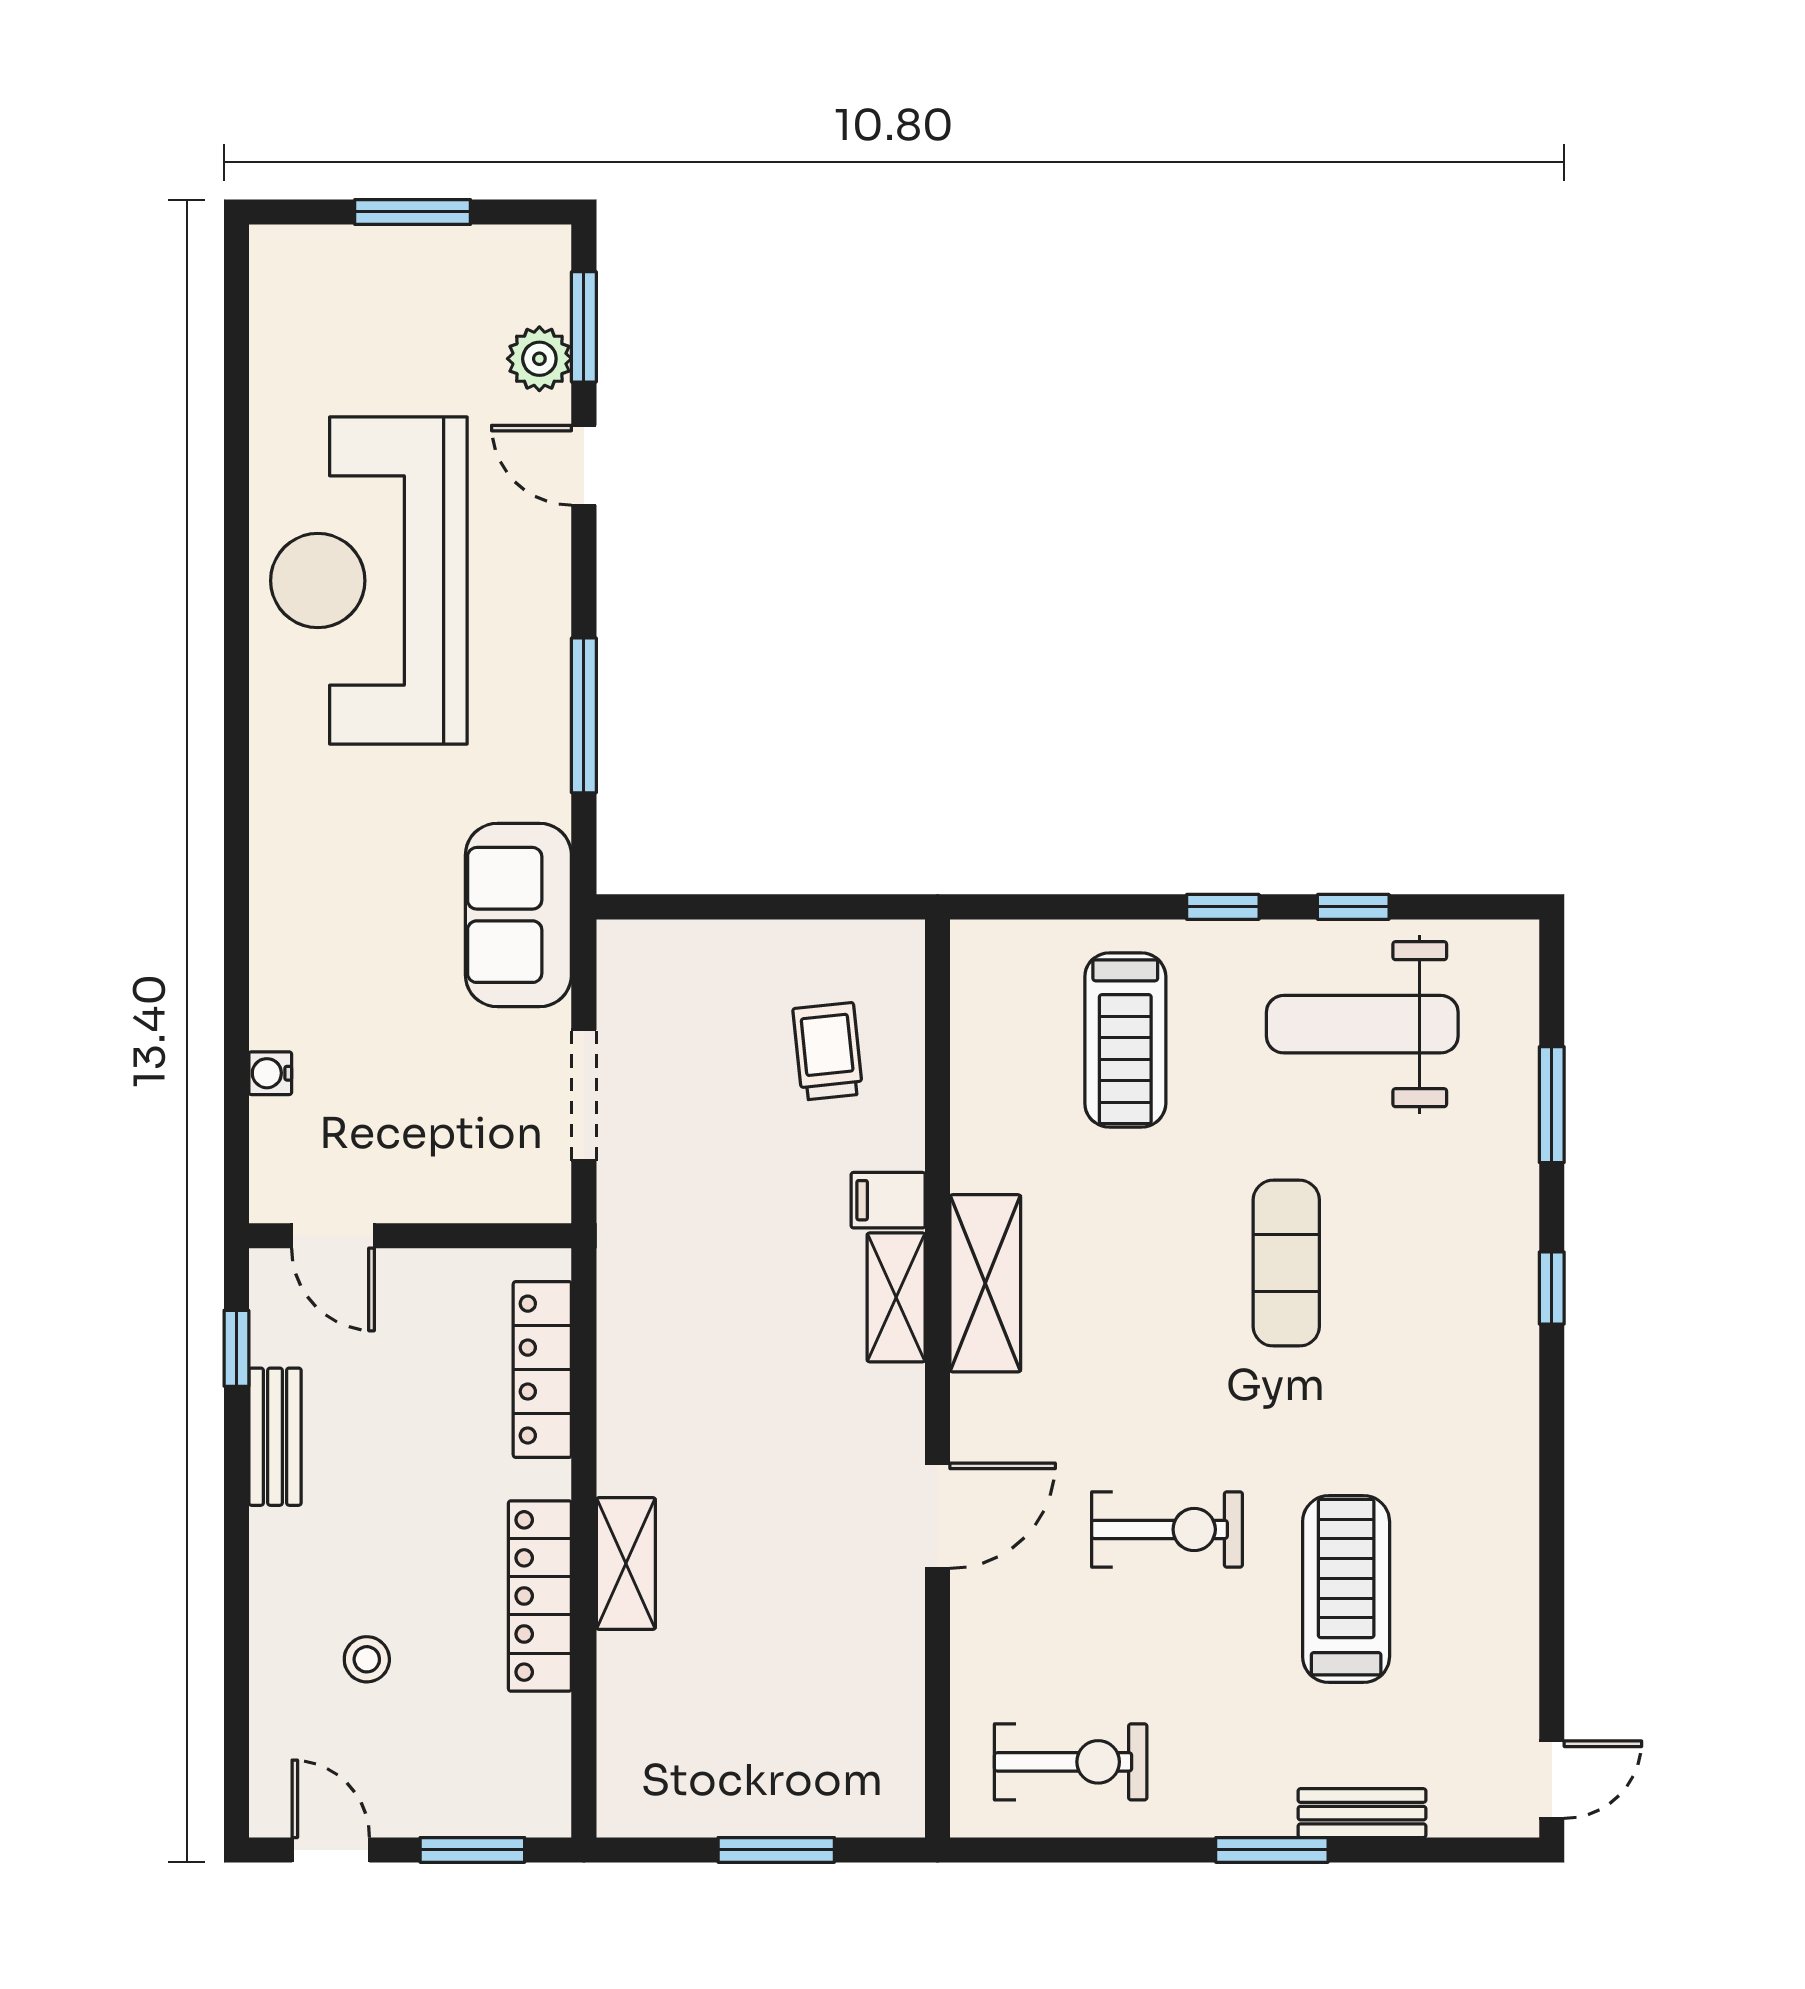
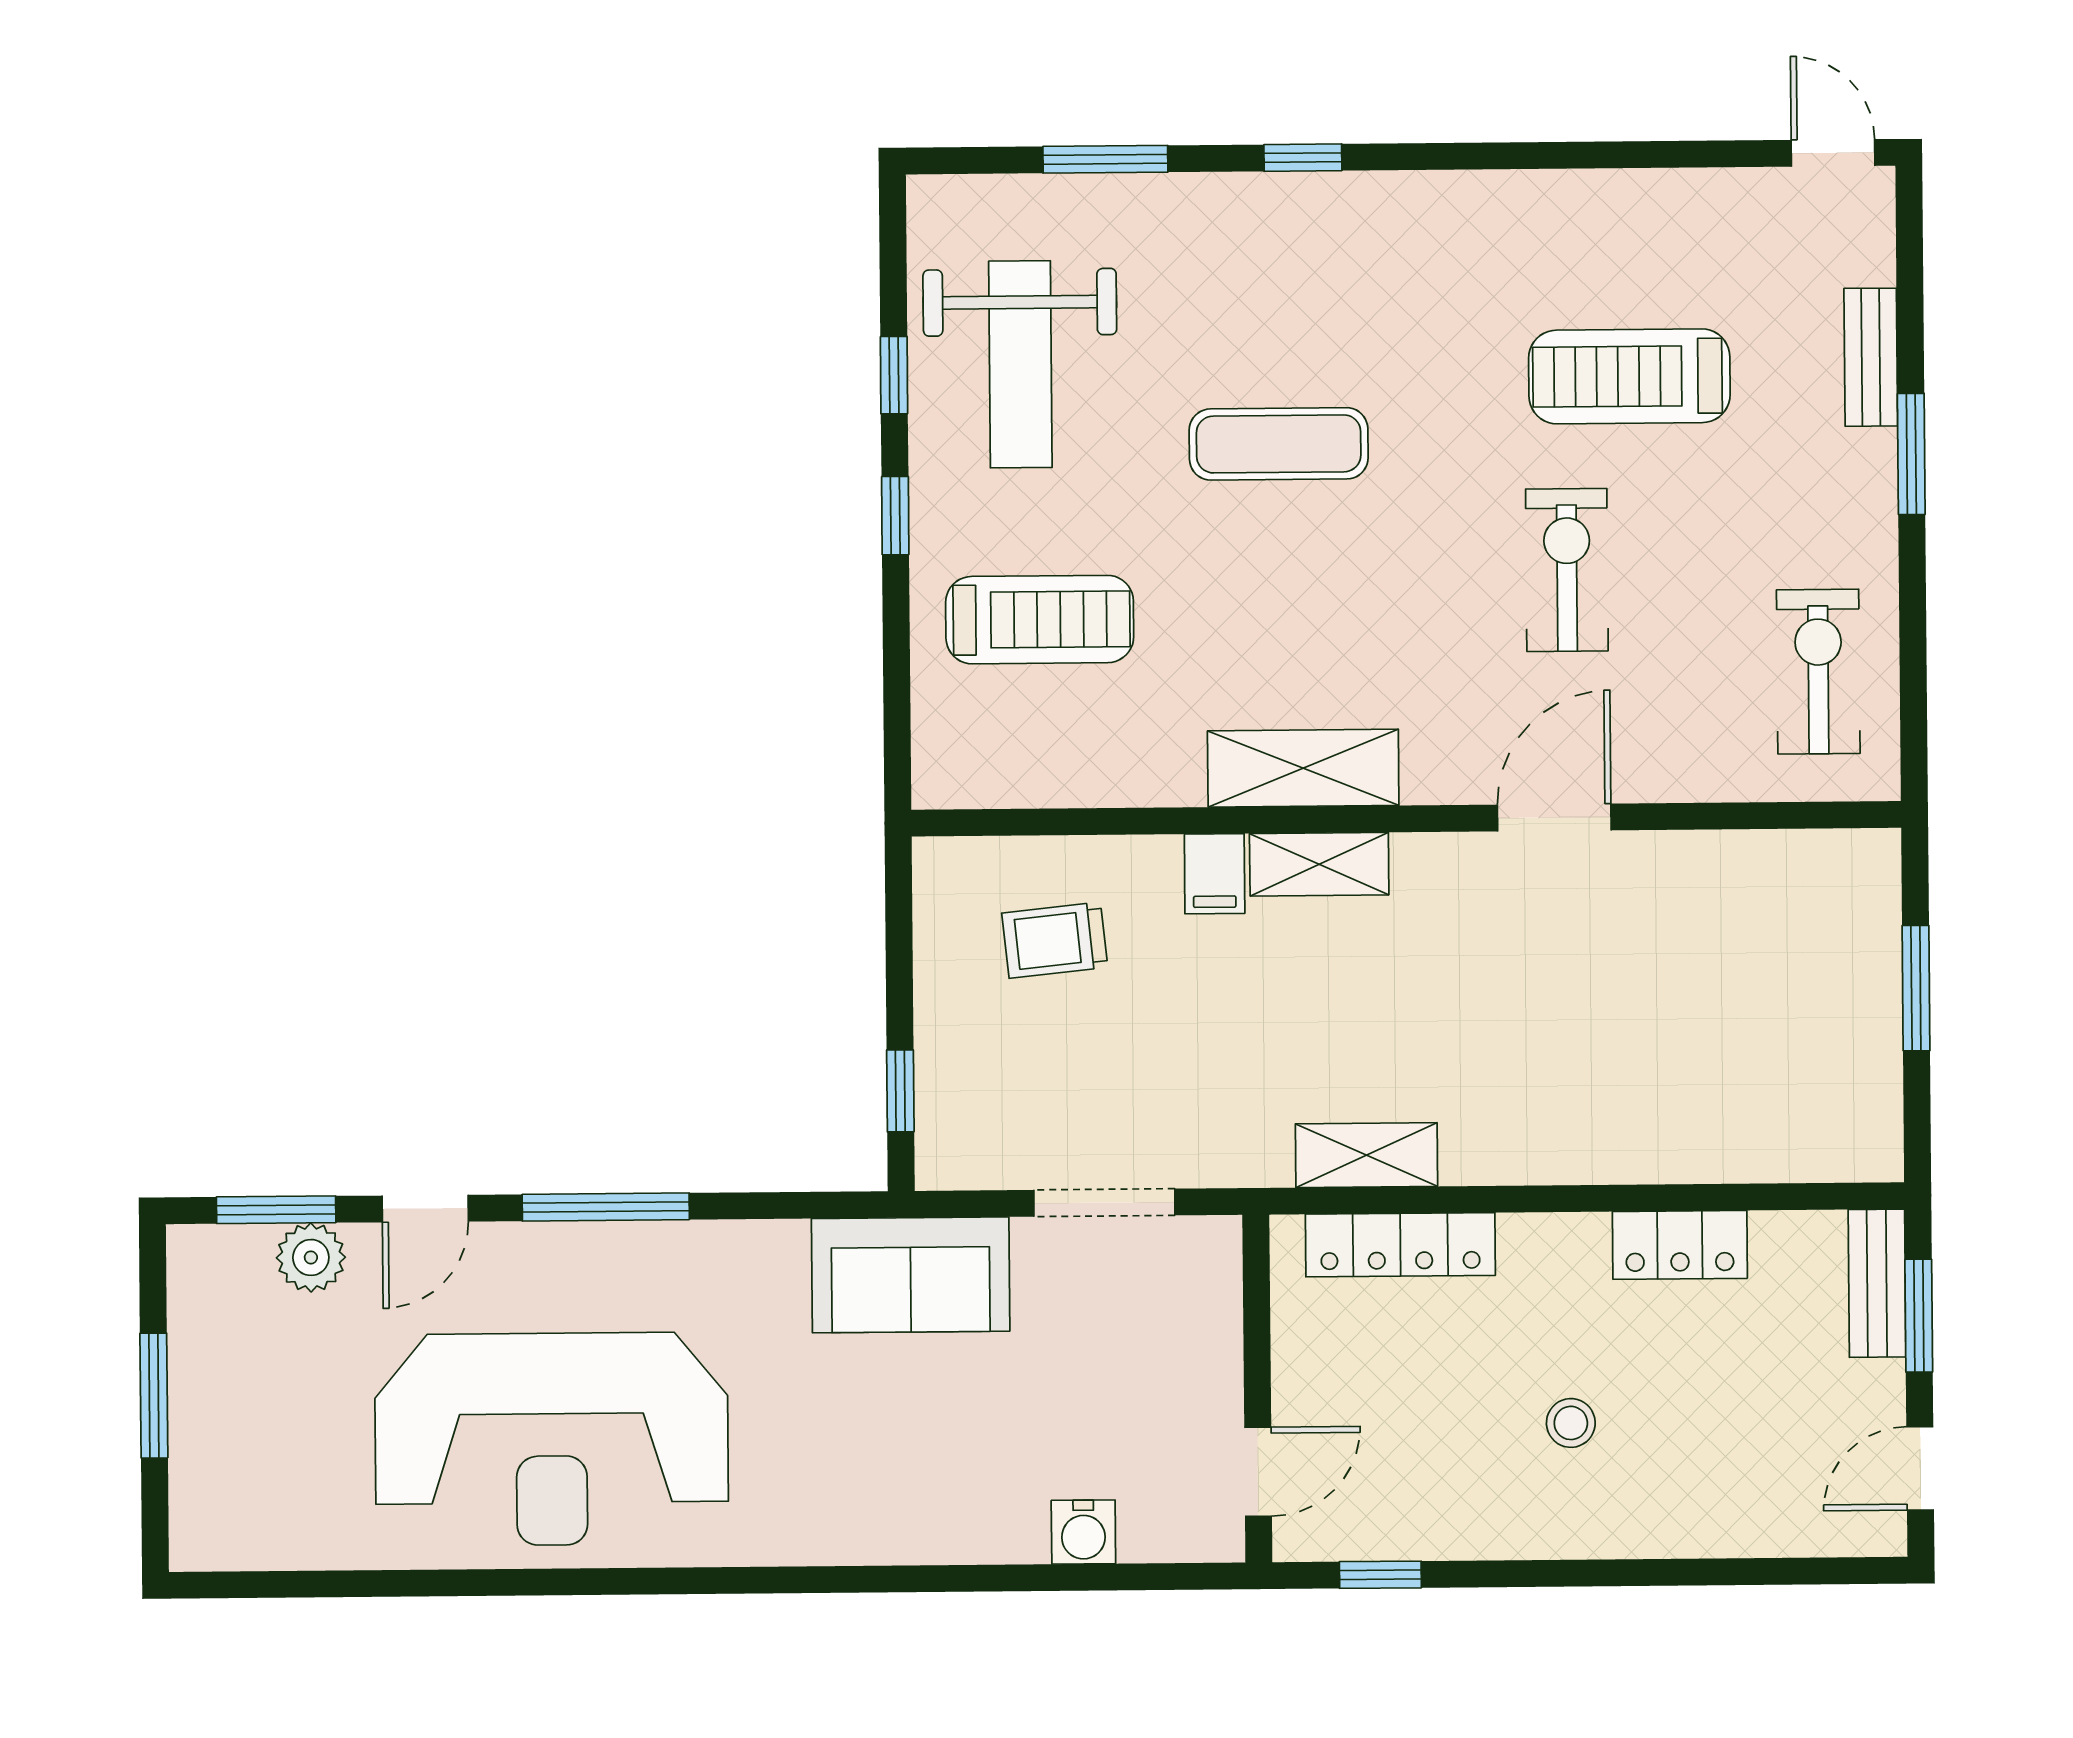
window: (584, 715) -> (606, 1207), moved
window: (689, 907) -> (900, 1091), added
water cooler: (270, 1073) -> (1083, 1532), width x1.38, depth x1.38
bench: (275, 1437) -> (1877, 1283), moved, turned 90
door: (938, 1516) -> (1554, 817), hinge flipped
shelving: (626, 1564) -> (1366, 1155), moved
locker: (540, 1596) -> (1680, 1245), width x0.66
stool: (367, 1659) -> (1571, 1423), moved

